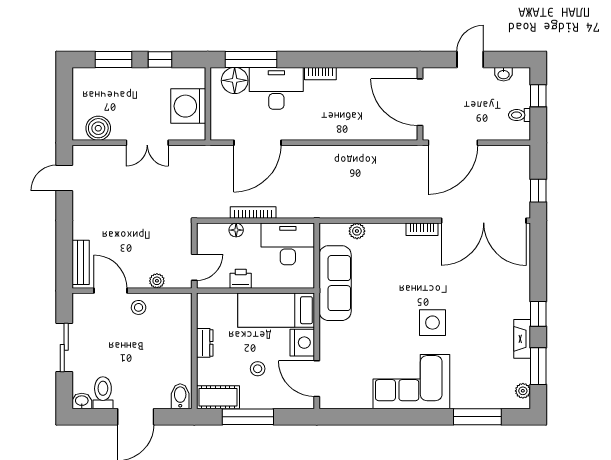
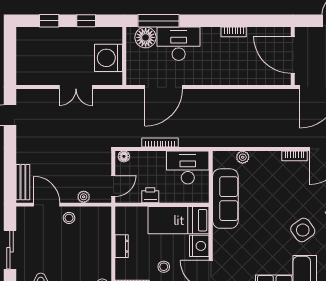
window: (113, 59) -> (49, 21), width x0.67
bookcase: (320, 74) -> (234, 32), moved
boiler: (98, 128) -> (37, 75), removed
floor lamp: (236, 230) -> (124, 156), moved
side table: (432, 323) -> (303, 230), turned -36

